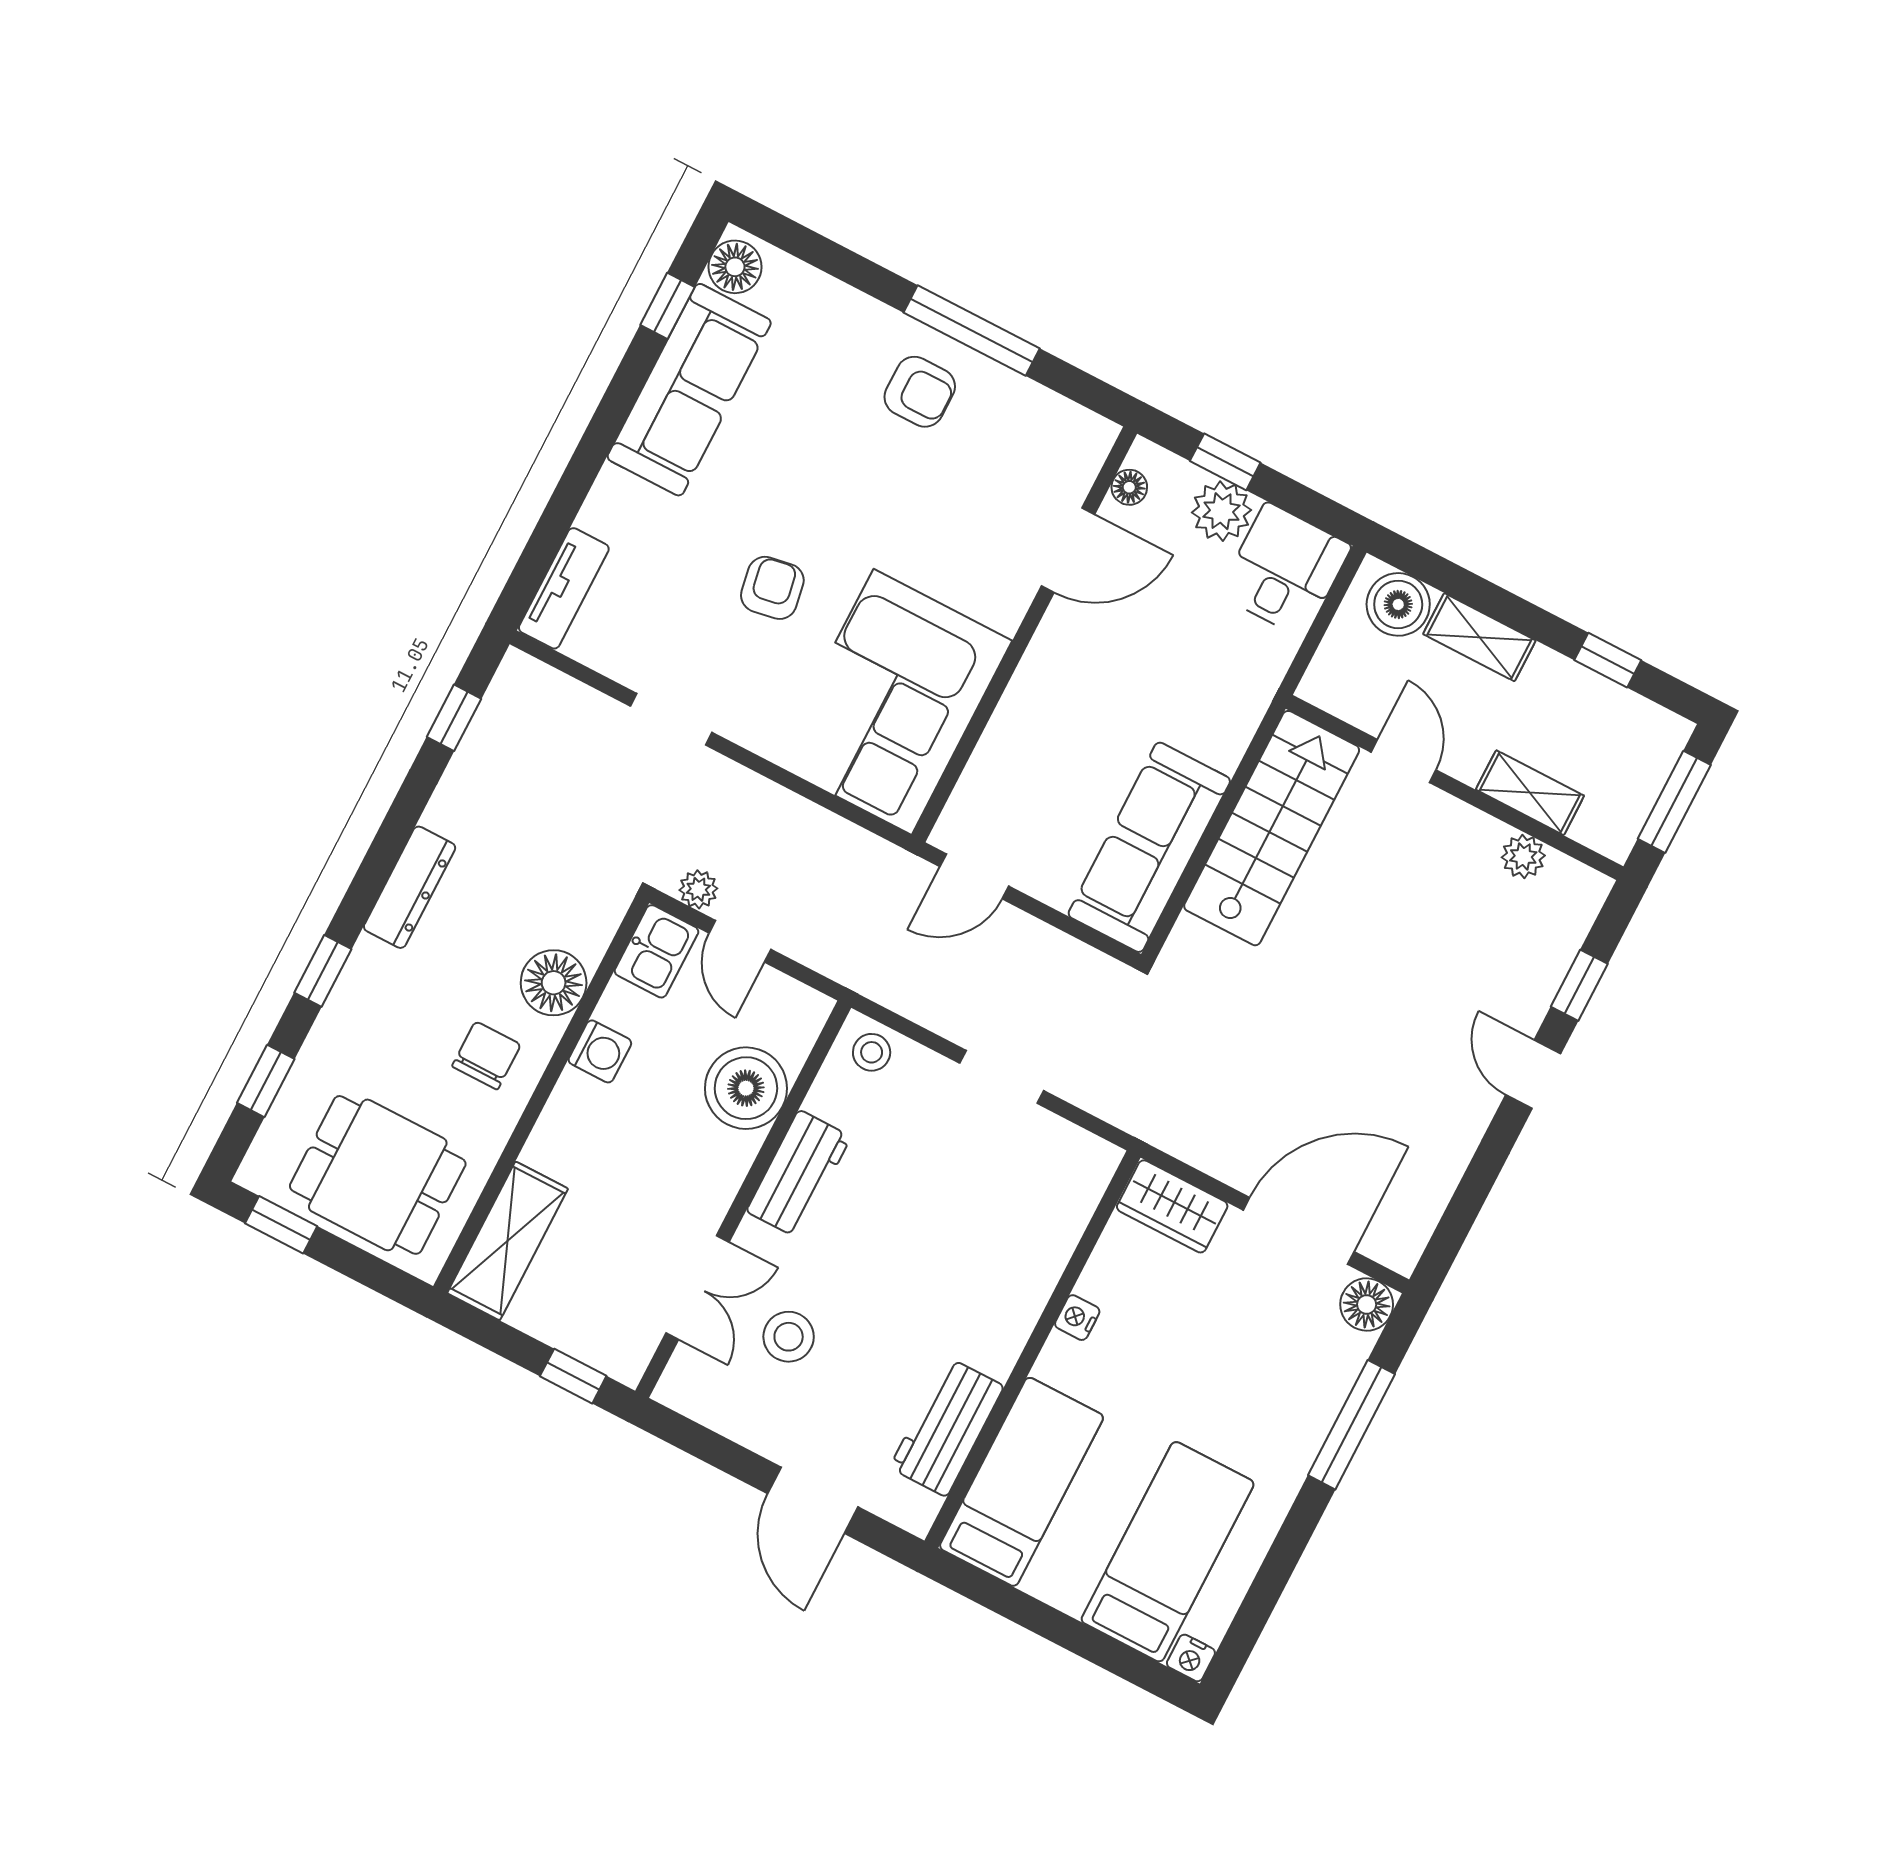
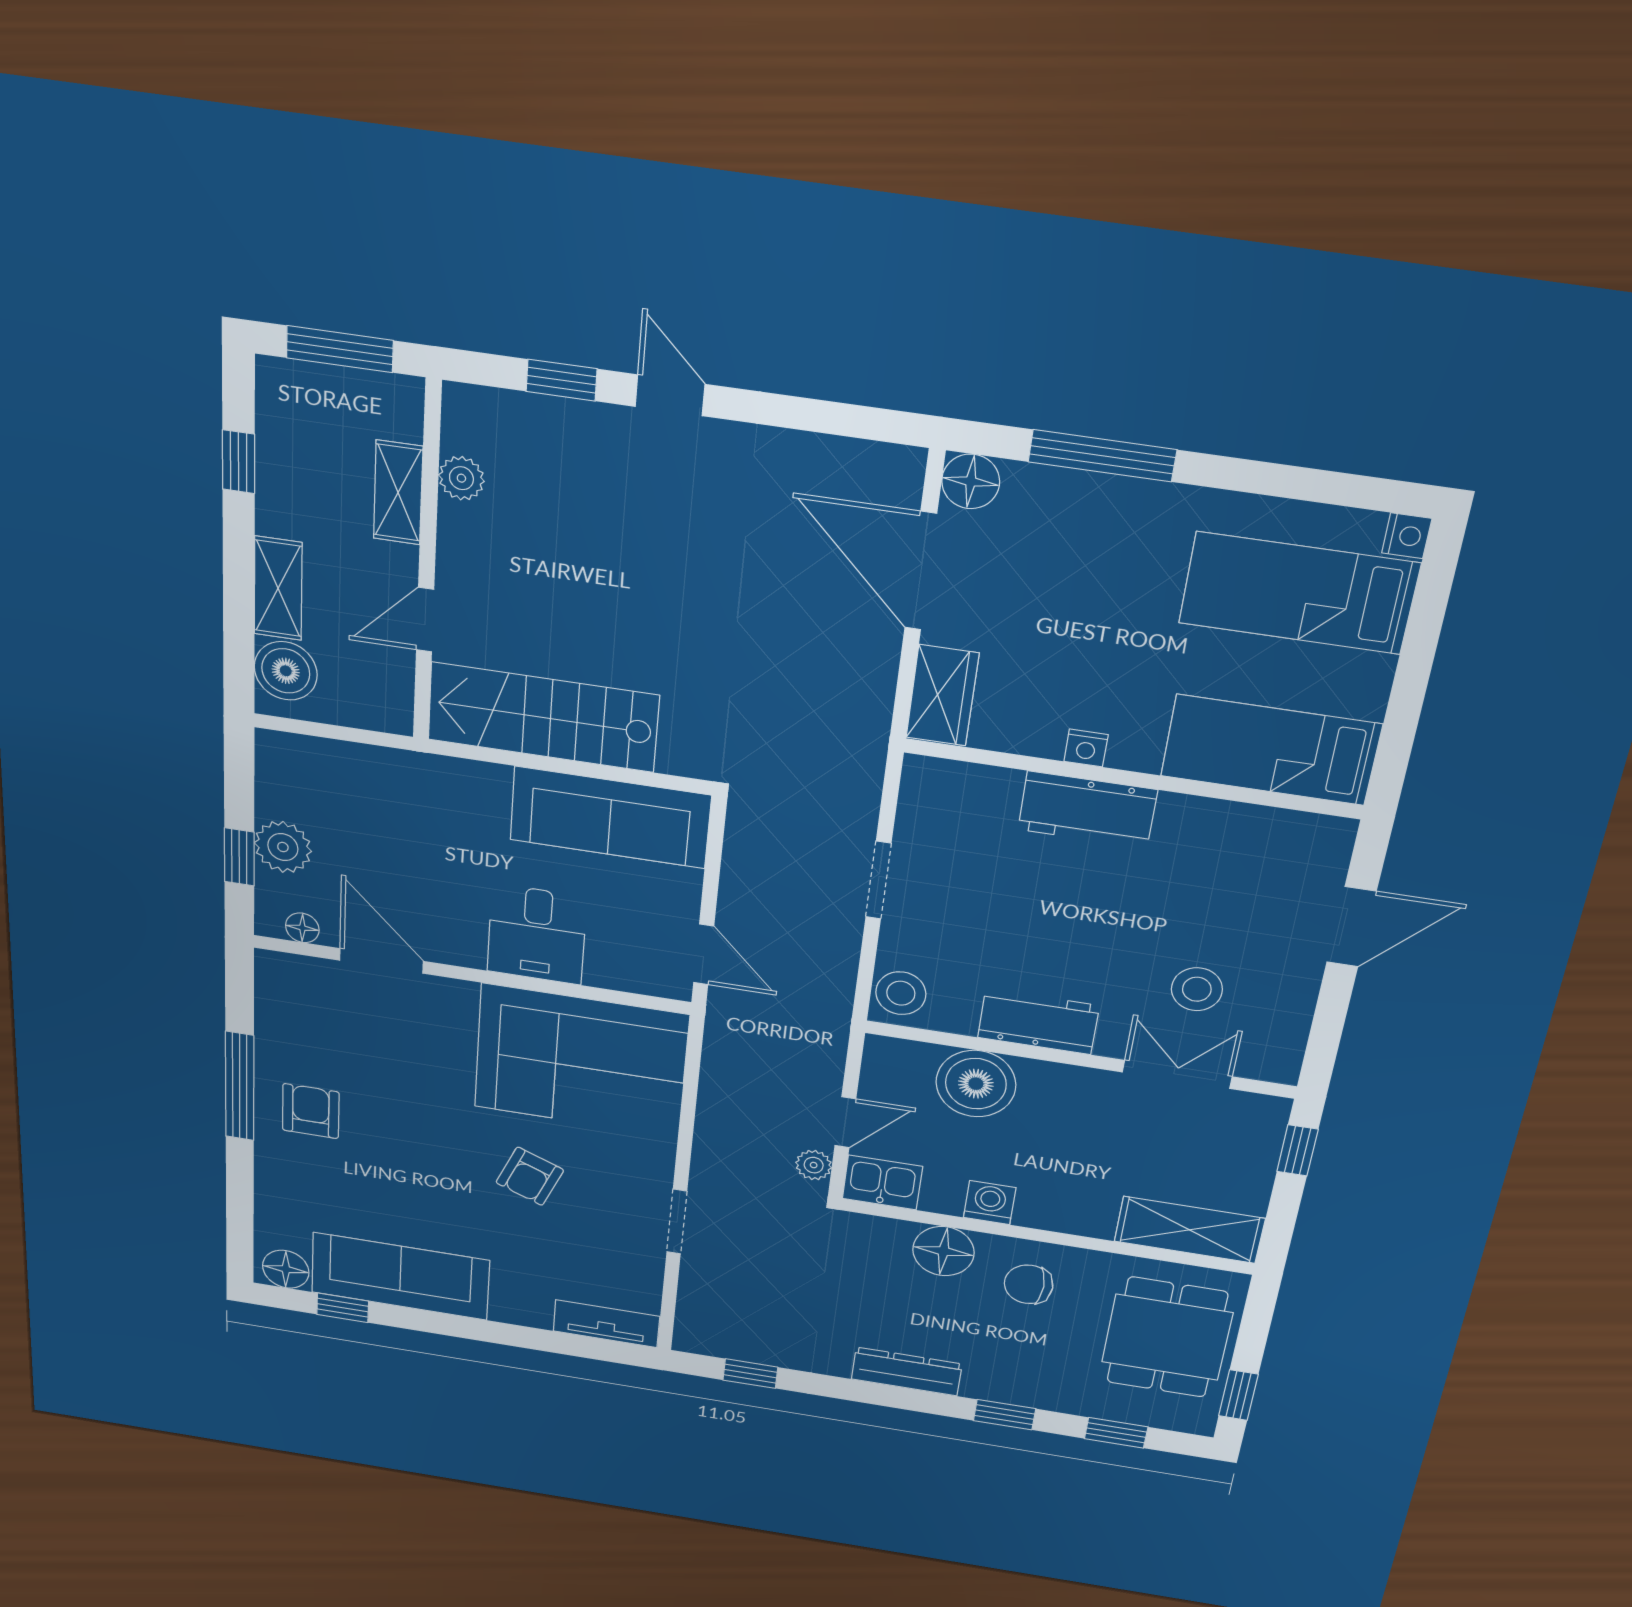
desk: (1285, 570) -> (537, 934), moved, turned -90
armchair: (772, 588) -> (530, 1176), turned -58
stool: (872, 1052) -> (901, 993), width x1.37, depth x1.37
door: (1533, 1074) -> (670, 395), swing flipped
workbench: (947, 1427) -> (1087, 810), moved

